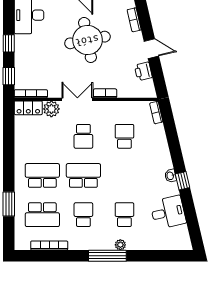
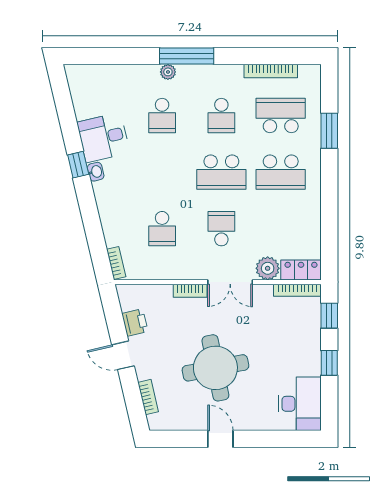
desk: (168, 212) -> (103, 137), moved

